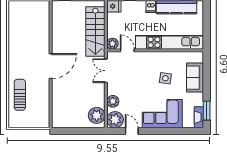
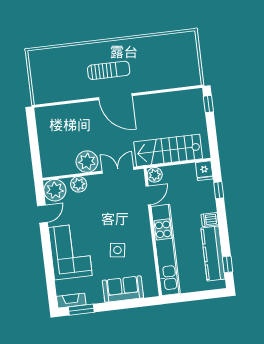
sun lounger: (20, 95) -> (109, 70), moved
plant: (97, 115) -> (87, 162), moved

